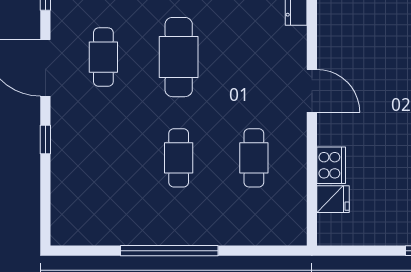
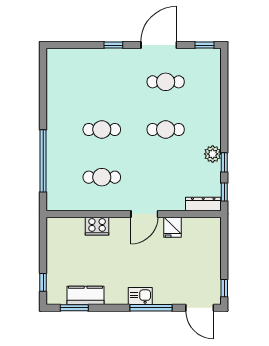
cafe table: (179, 57) -> (166, 129), width x0.73, depth x0.74
fridge: (333, 199) -> (172, 227), moved
window: (169, 251) -> (43, 161), moved

